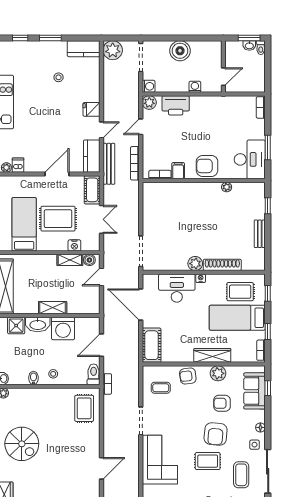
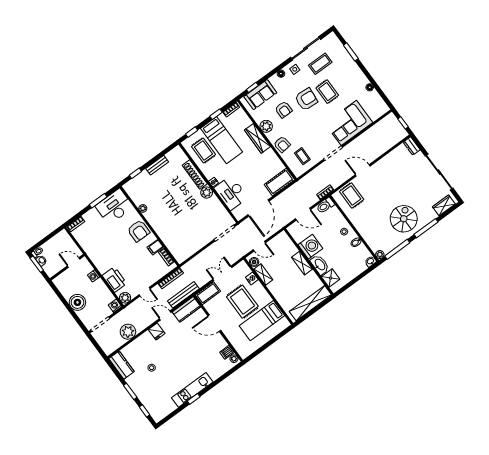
plant: (113, 50) -> (128, 332), moved
rug: (84, 408) -> (352, 196), turned 90
door: (101, 468) -> (363, 170), moved

